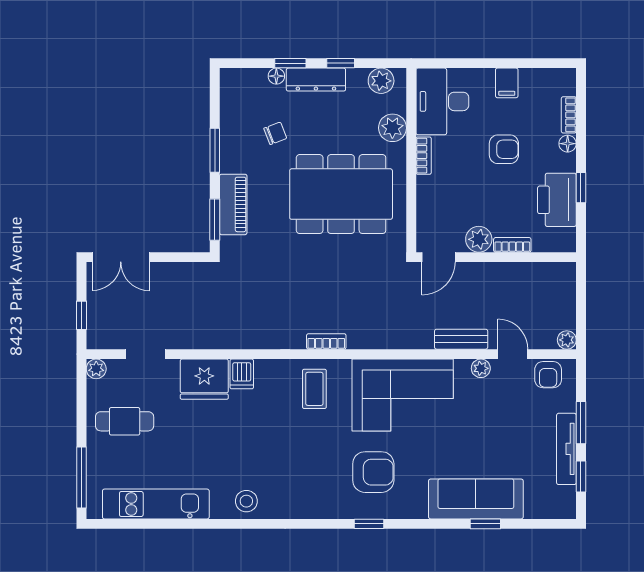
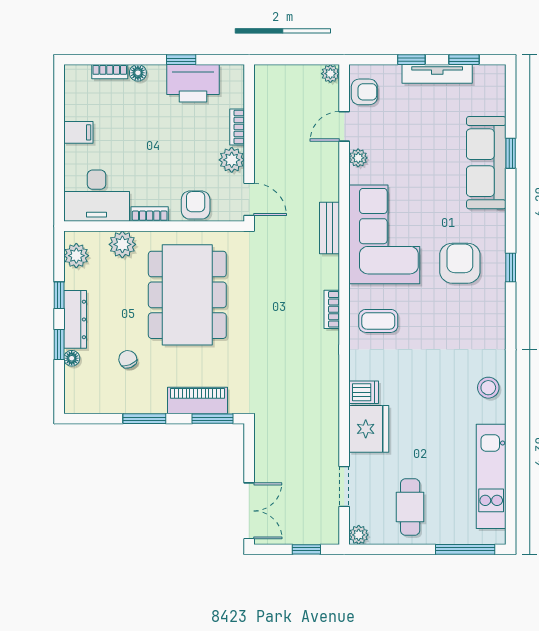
armchair: (504, 149) -> (196, 205), moved
bench: (461, 339) -> (330, 228), moved
window: (581, 423) -> (411, 60), width x0.67

